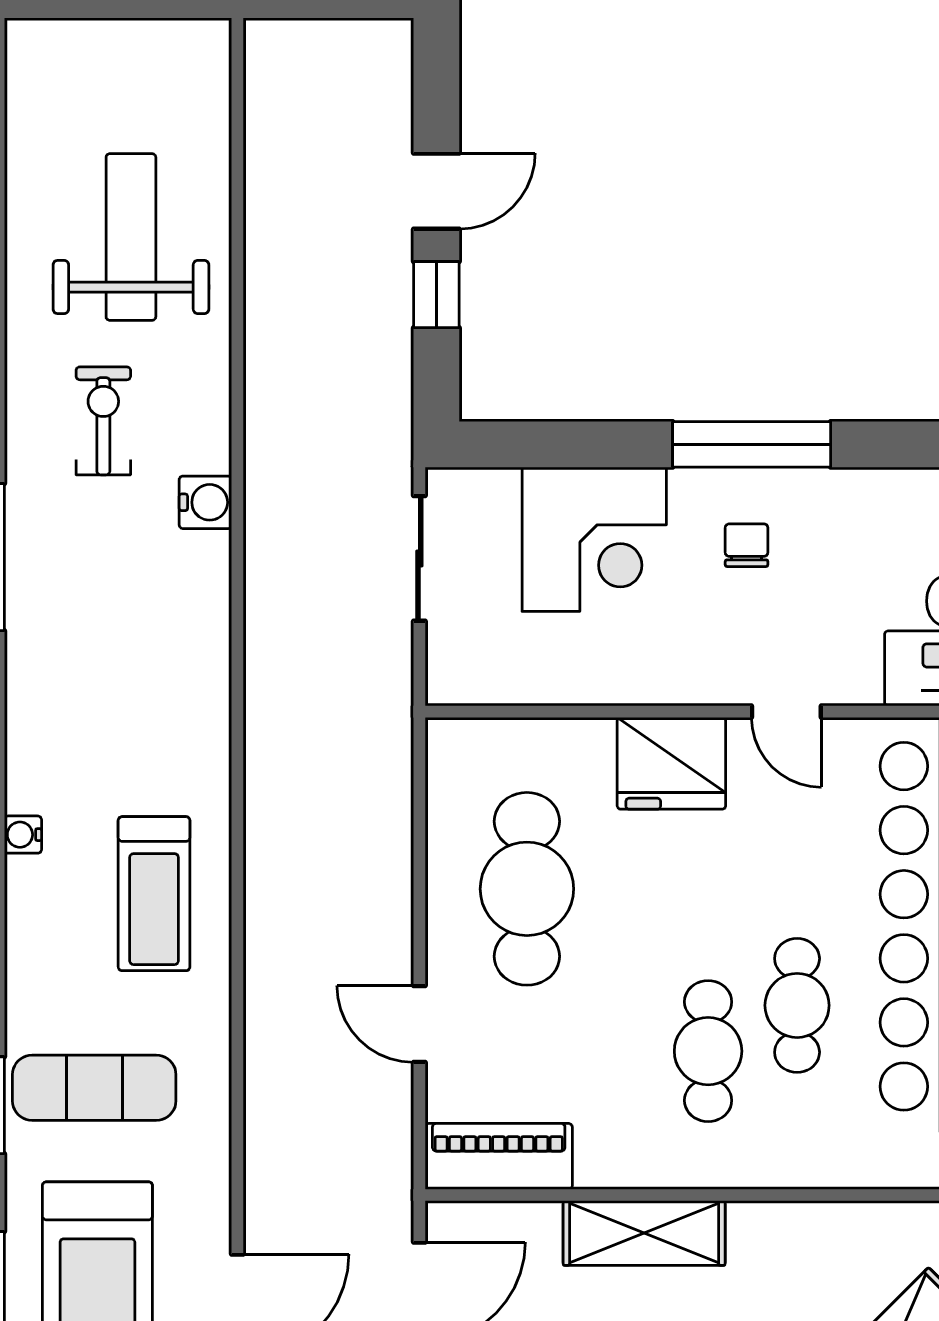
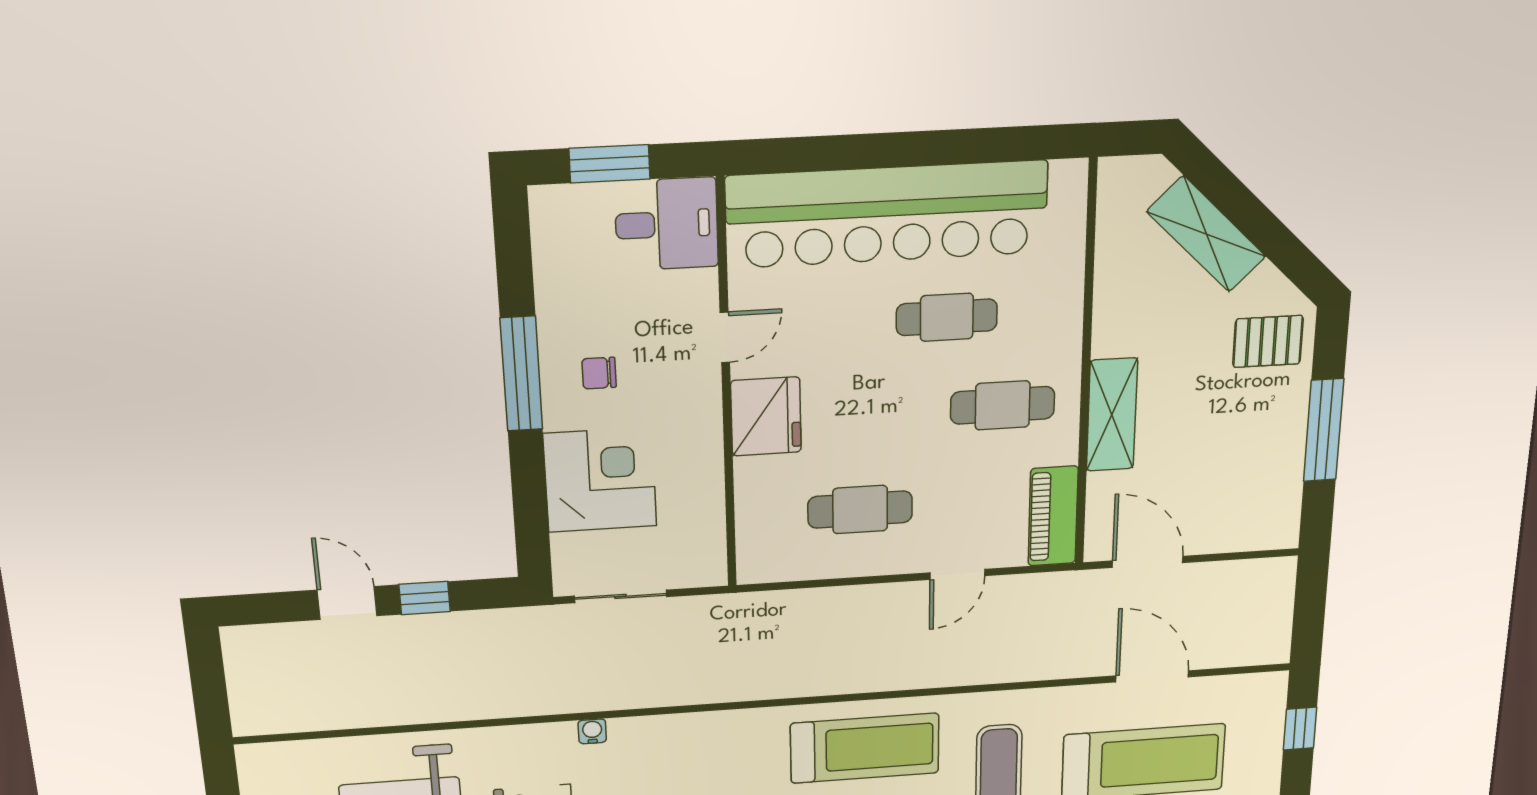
water cooler: (205, 502) -> (592, 731), width x0.72, depth x0.72
cafe table: (527, 889) -> (860, 510), width x0.73, depth x0.74
treadmill: (154, 894) -> (865, 748), width x1.37, depth x1.38
cafe table: (708, 1051) -> (1003, 405), moved

